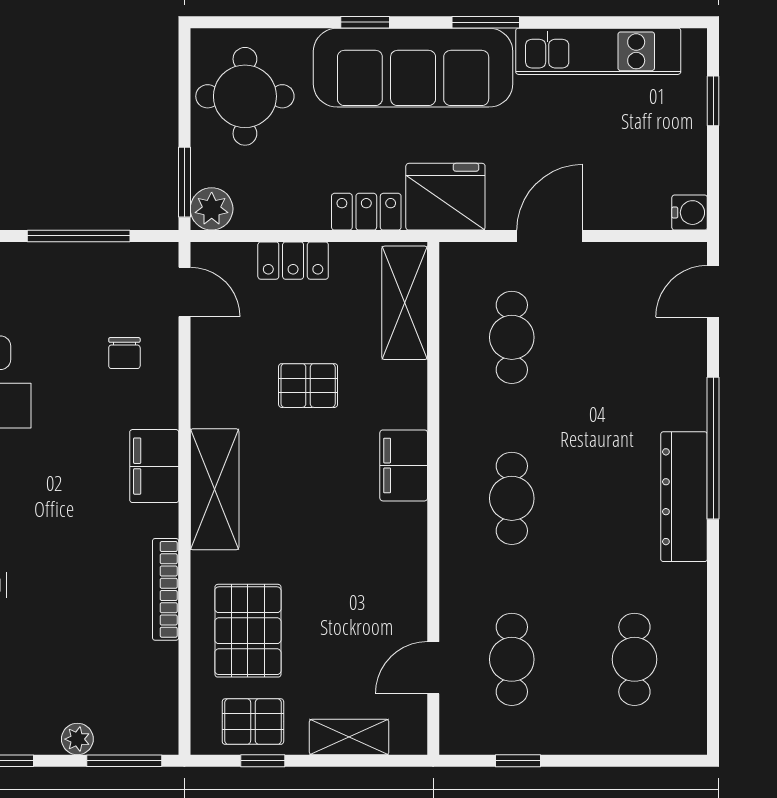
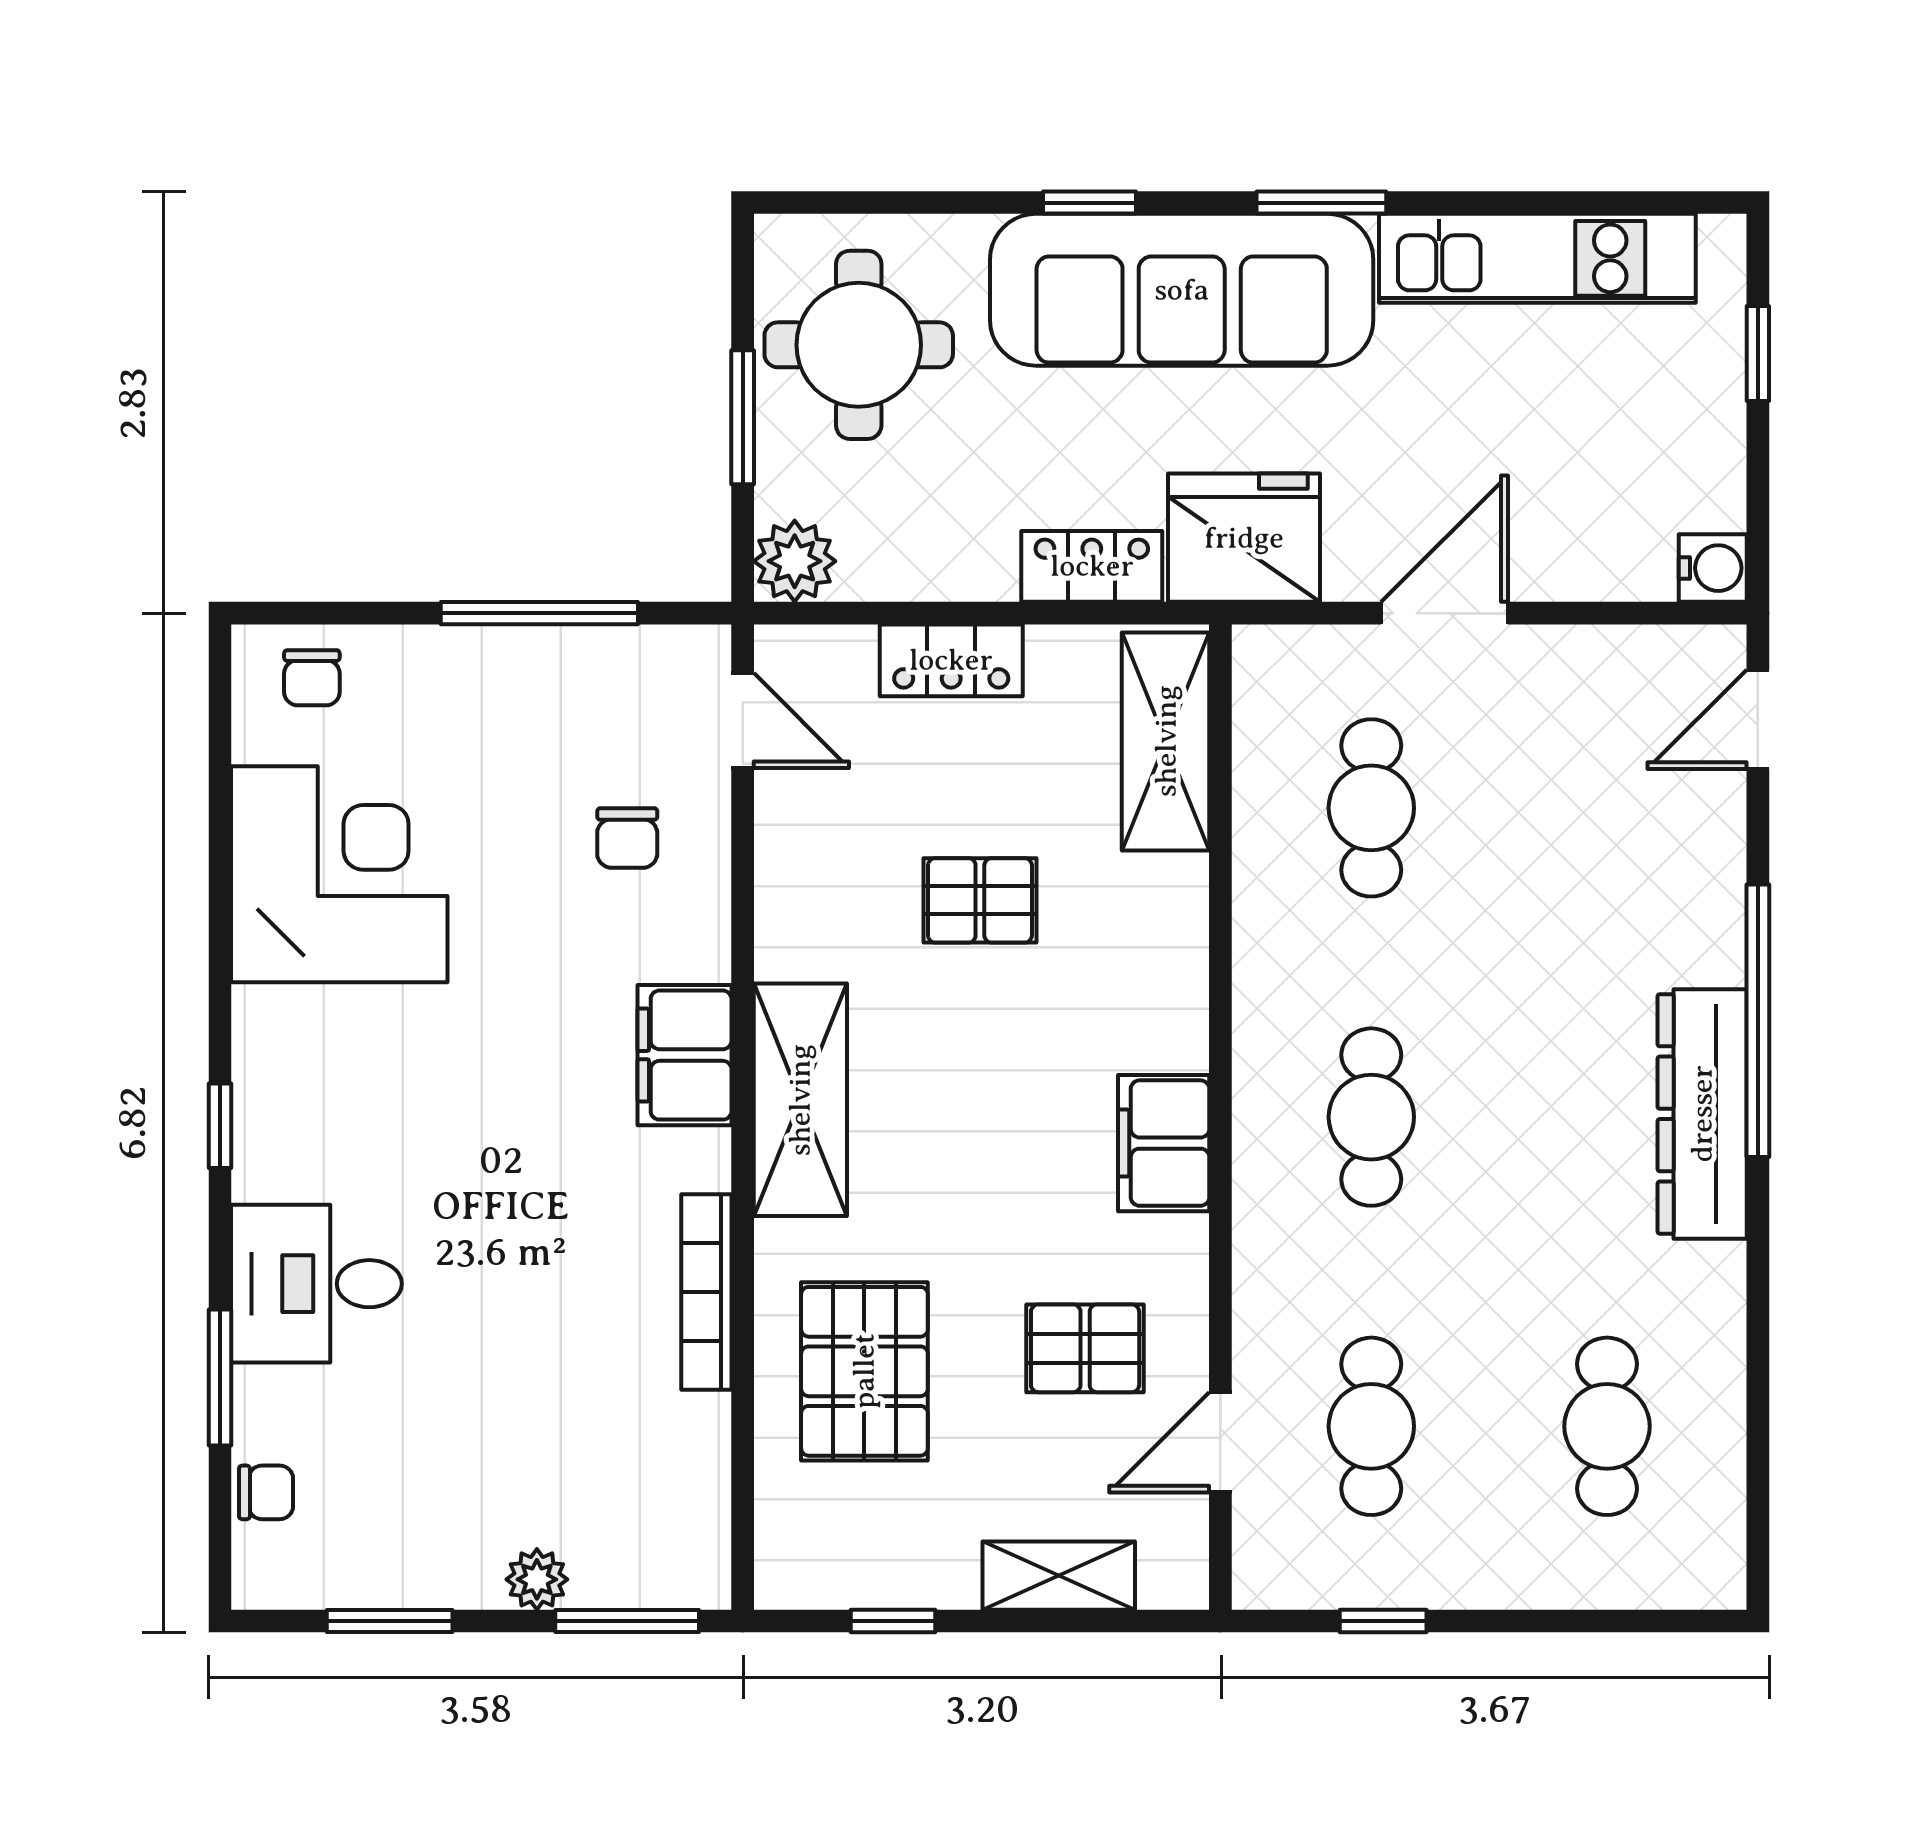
window: (184, 182) -> (743, 417), moved
filing cabinet: (404, 465) -> (1164, 1143), moved
pallet: (253, 722) -> (1085, 1348), moved

